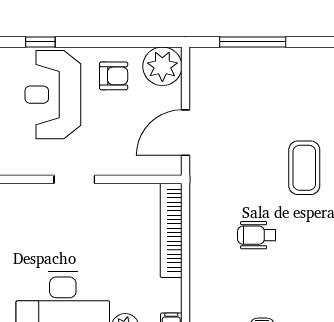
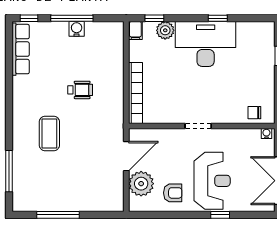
window: (253, 42) -> (58, 215), moved
plant: (162, 66) -> (141, 184), moved
armchair: (114, 76) -> (173, 193), turned 180

